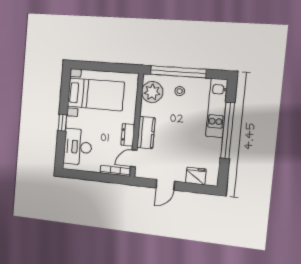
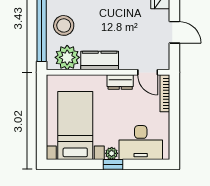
stool: (180, 91) -> (64, 25), width x1.89, depth x1.89
plant: (71, 122) -> (112, 153), added
kitchen counter: (146, 133) -> (100, 61), moved

